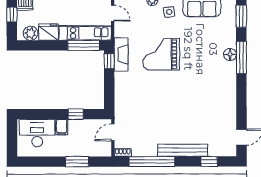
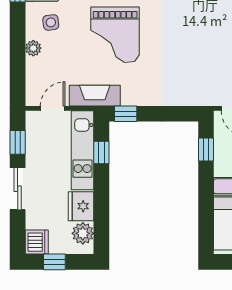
window: (84, 45) -> (101, 152), width x0.46
fireplace: (121, 54) -> (95, 96), moved
window: (76, 114) -> (206, 149), moved

